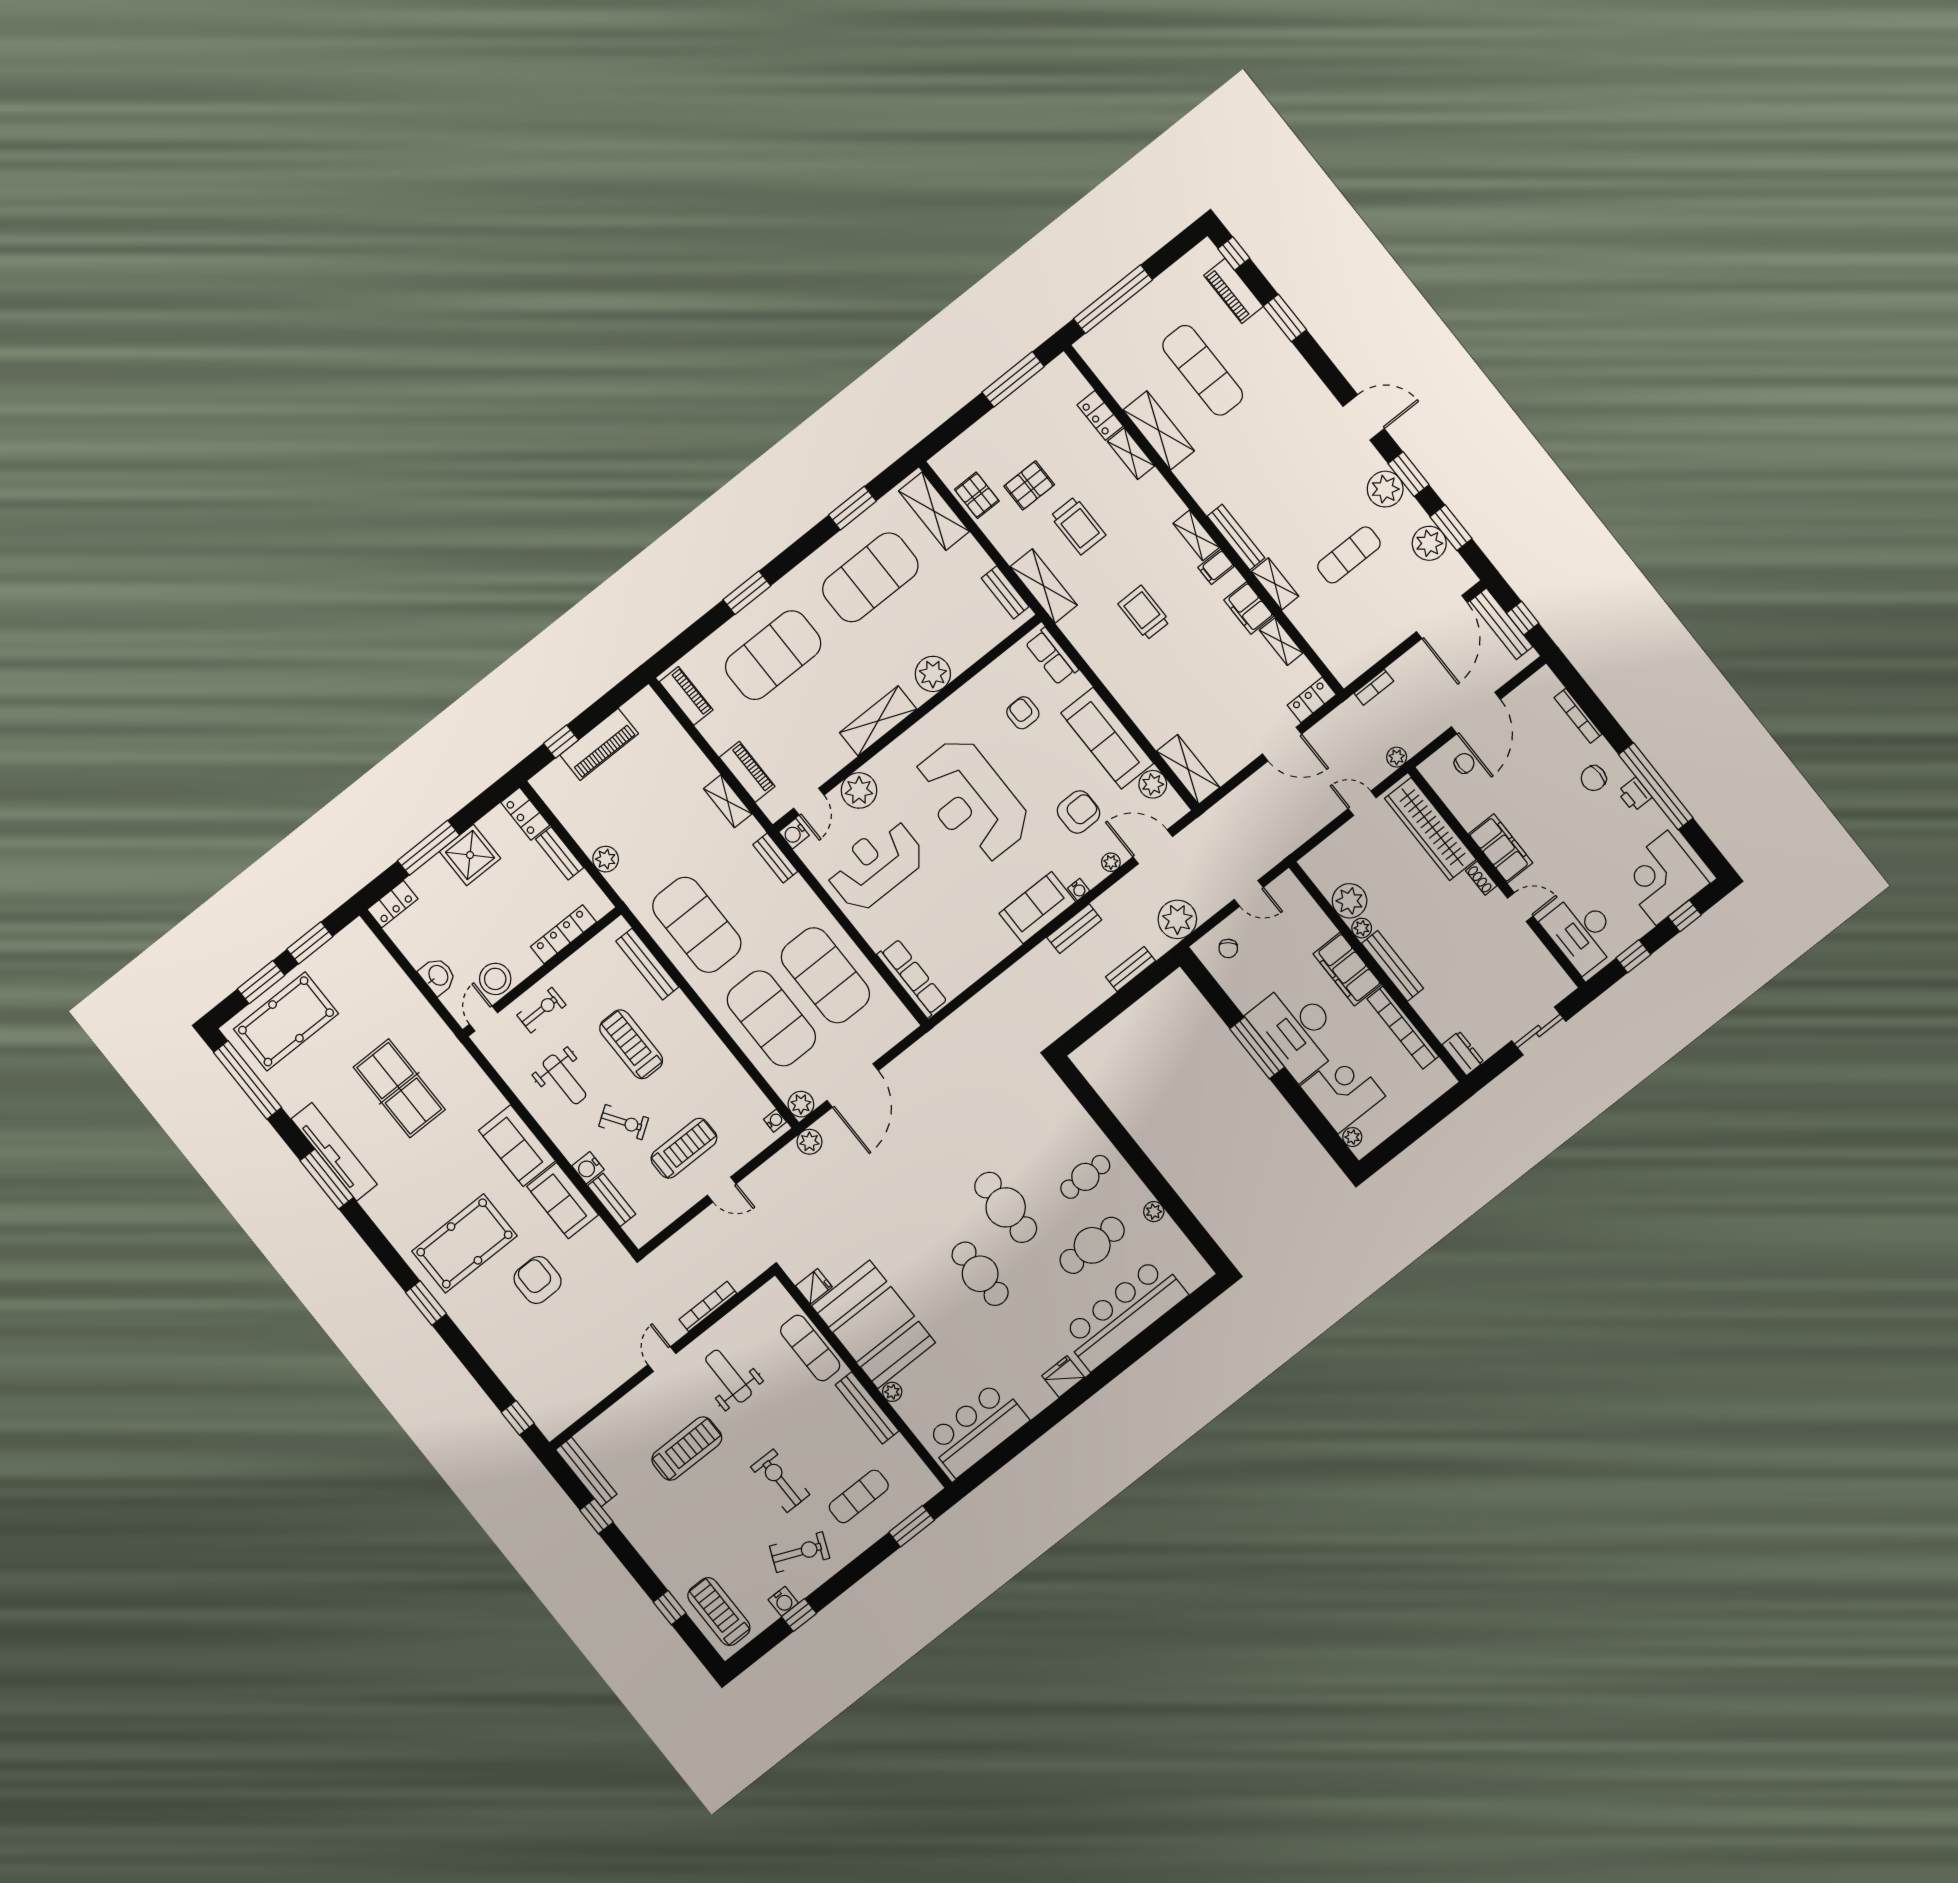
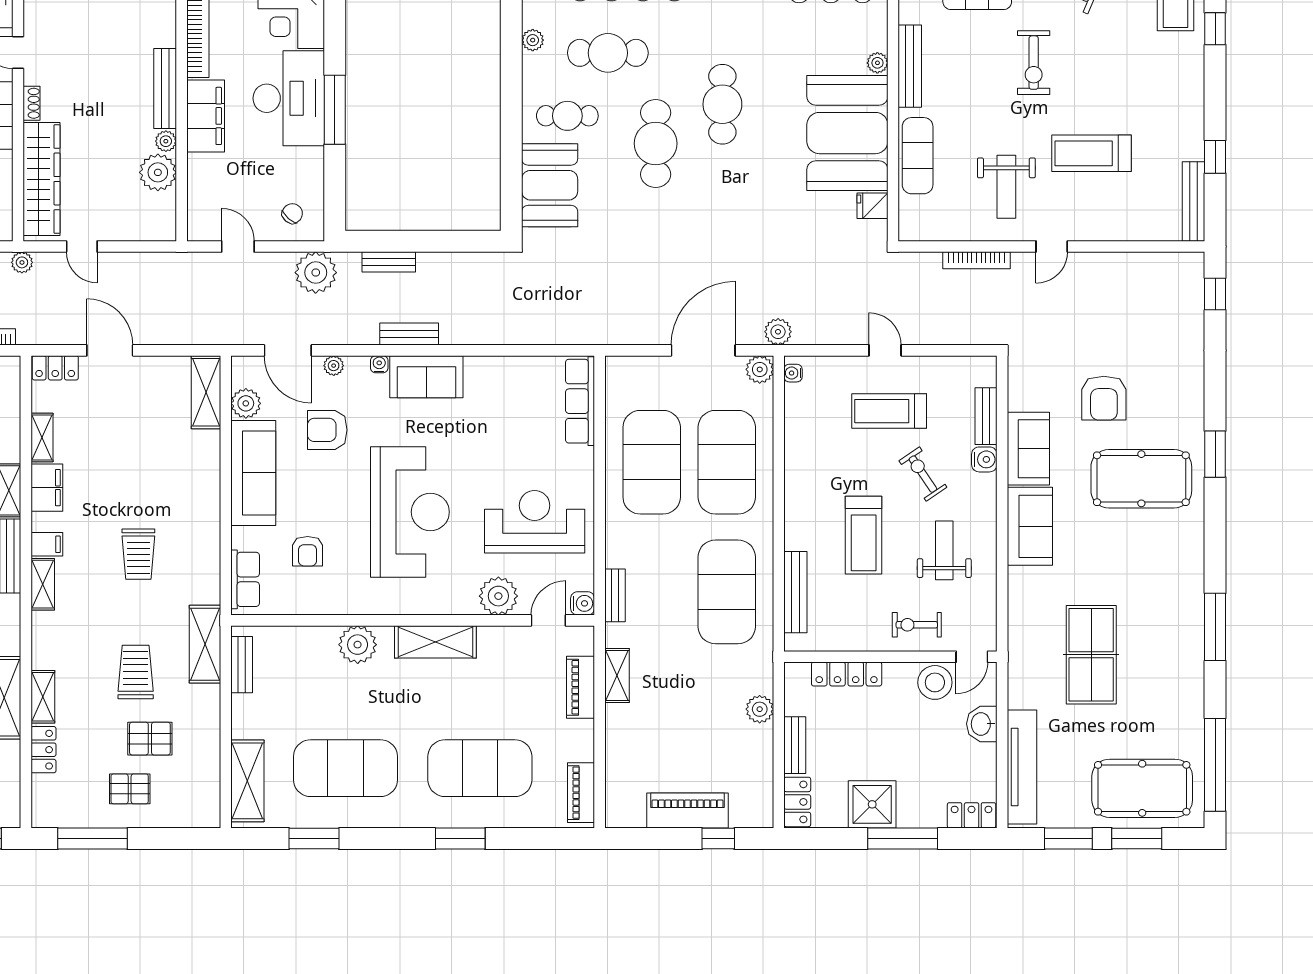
pallet: (977, 495) -> (130, 789), moved, turned 90
reception desk: (876, 865) -> (535, 522), turned 180
booth: (1058, 1117) -> (550, 185), added
tv unit: (334, 1152) -> (1022, 767), moved, turned 180

